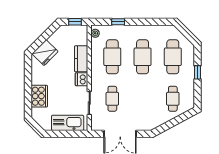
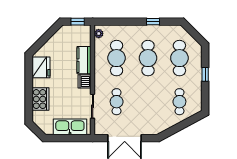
window: (118, 22) -> (153, 22), moved
fridge: (45, 53) -> (41, 67), moved, turned -45

